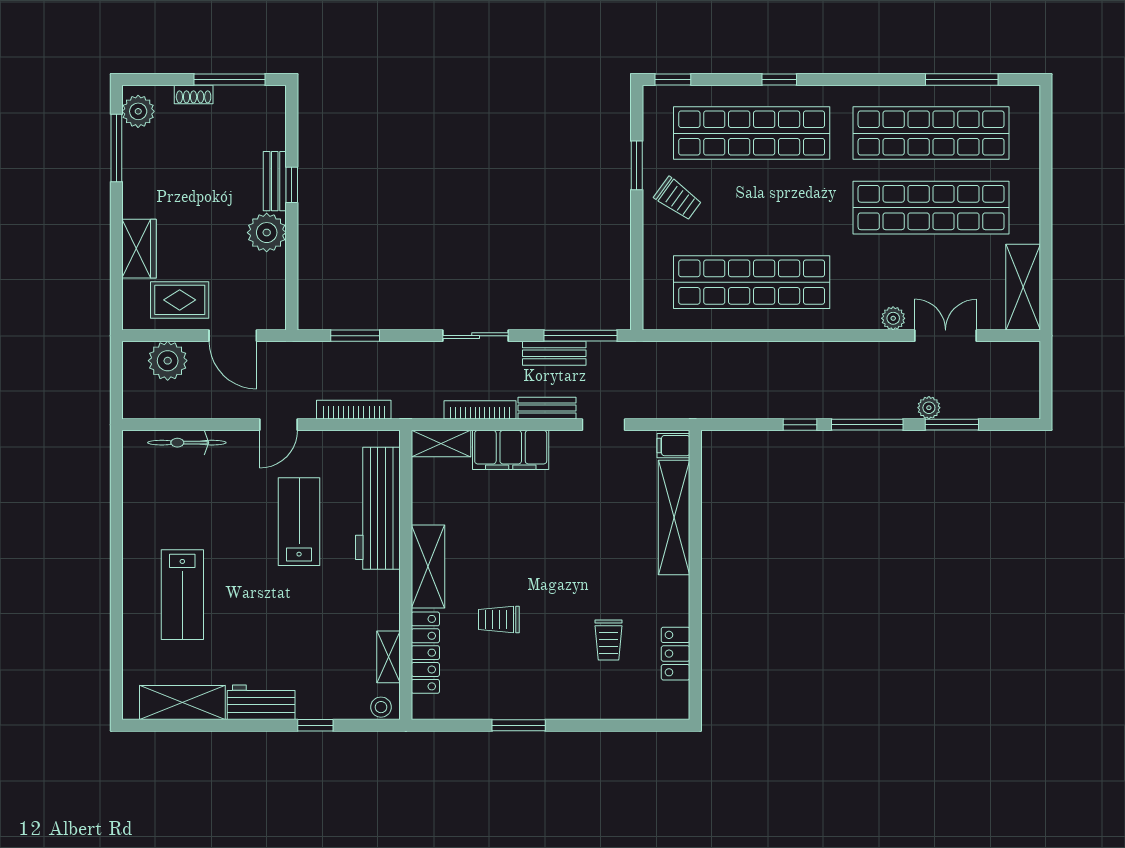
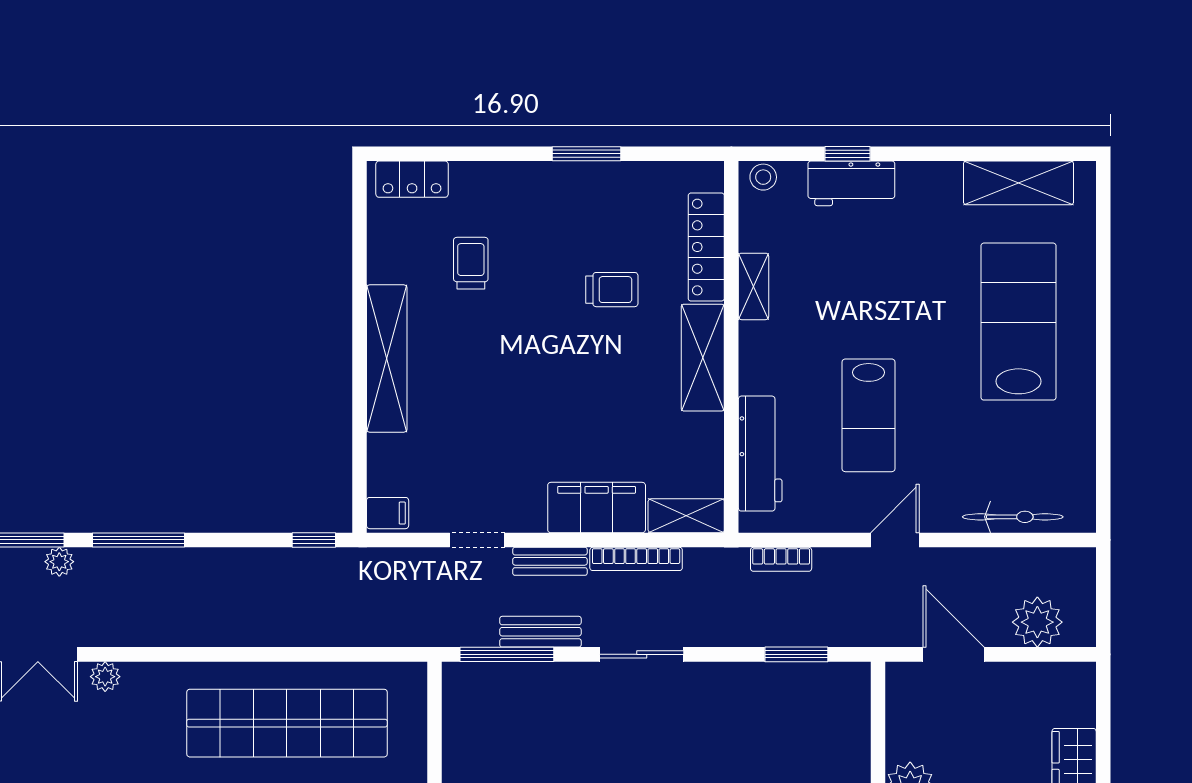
rug: (180, 300) -> (1022, 700), removed
bookcase: (354, 410) -> (781, 559), width x0.64
window: (800, 425) -> (314, 540), moved
workbench: (378, 508) -> (760, 454), width x0.73, depth x0.76
shelving: (674, 517) -> (387, 359), moved
lab bench: (182, 595) -> (1018, 322), width x1.36, depth x1.39
locker: (676, 654) -> (412, 179), moved, turned 90
shelving: (389, 657) -> (753, 286), moved
workbench: (261, 702) -> (851, 183), moved

